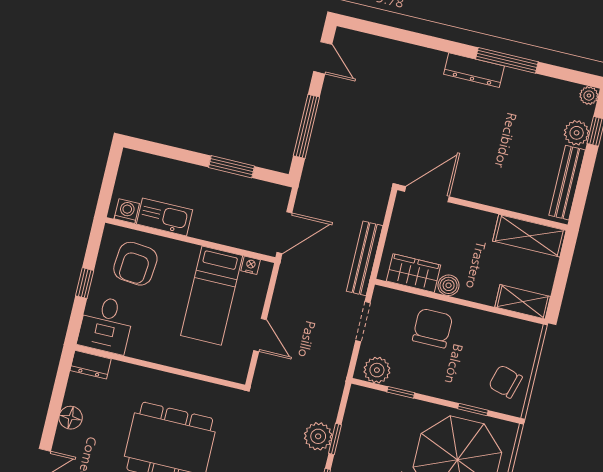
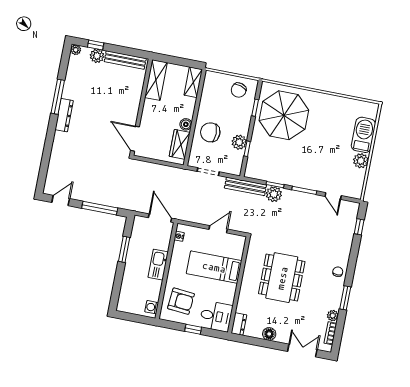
kitchen sink: (165, 217) -> (158, 265), moved
bench: (365, 258) -> (245, 186), moved
bed: (212, 296) -> (214, 267), moved, turned 180
plant: (377, 370) -> (239, 142), moved

